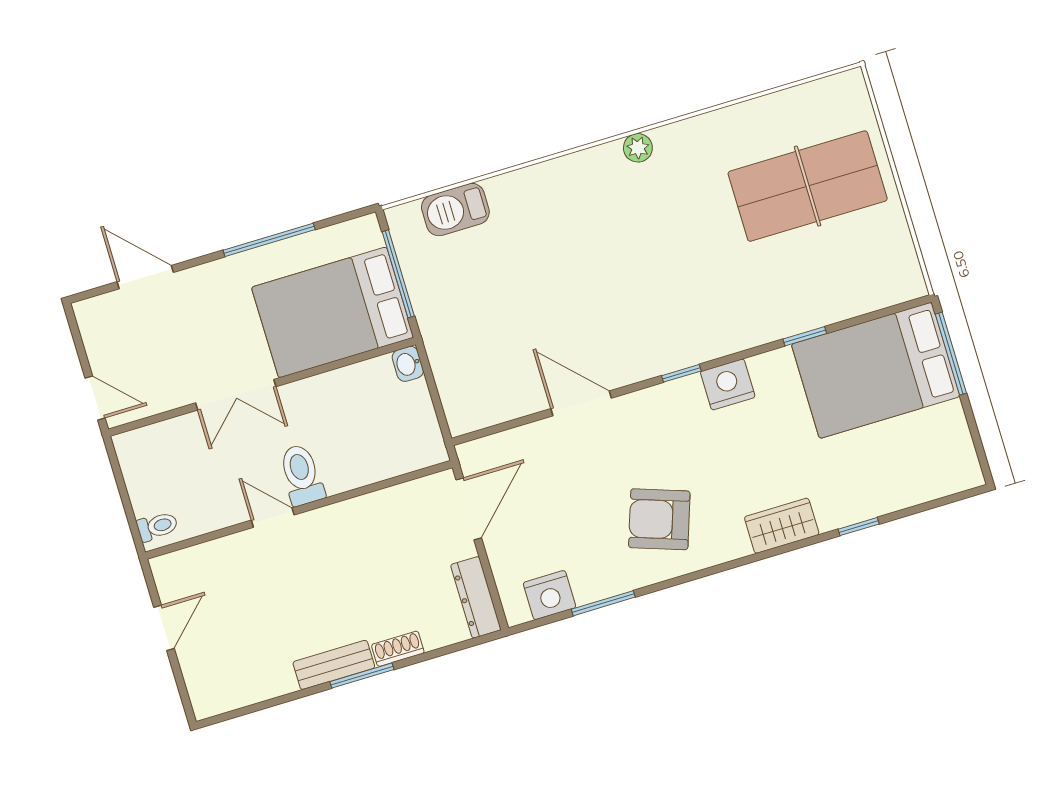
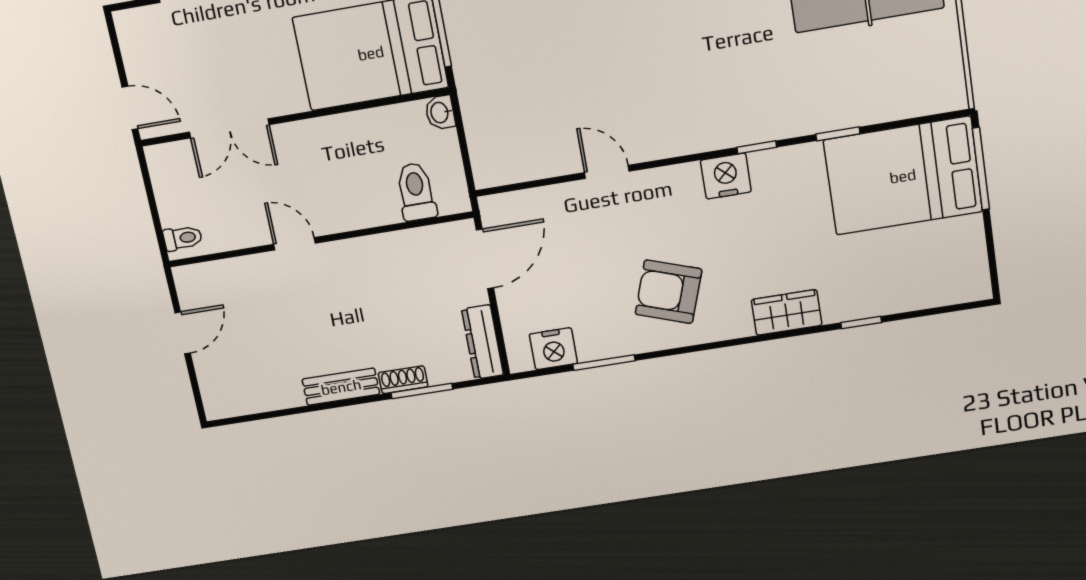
window: (681, 373) -> (757, 147), moved
nightstand: (728, 384) -> (726, 176), moved
double door: (236, 395) -> (229, 128), moved
door: (581, 403) -> (607, 172), width x0.73
toilet: (302, 475) -> (416, 192), moved
window: (362, 676) -> (422, 391), moved

